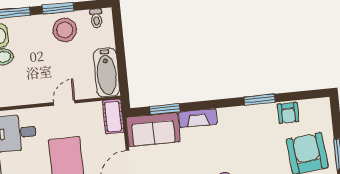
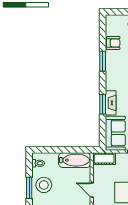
window: (165, 109) -> (103, 104), moved

